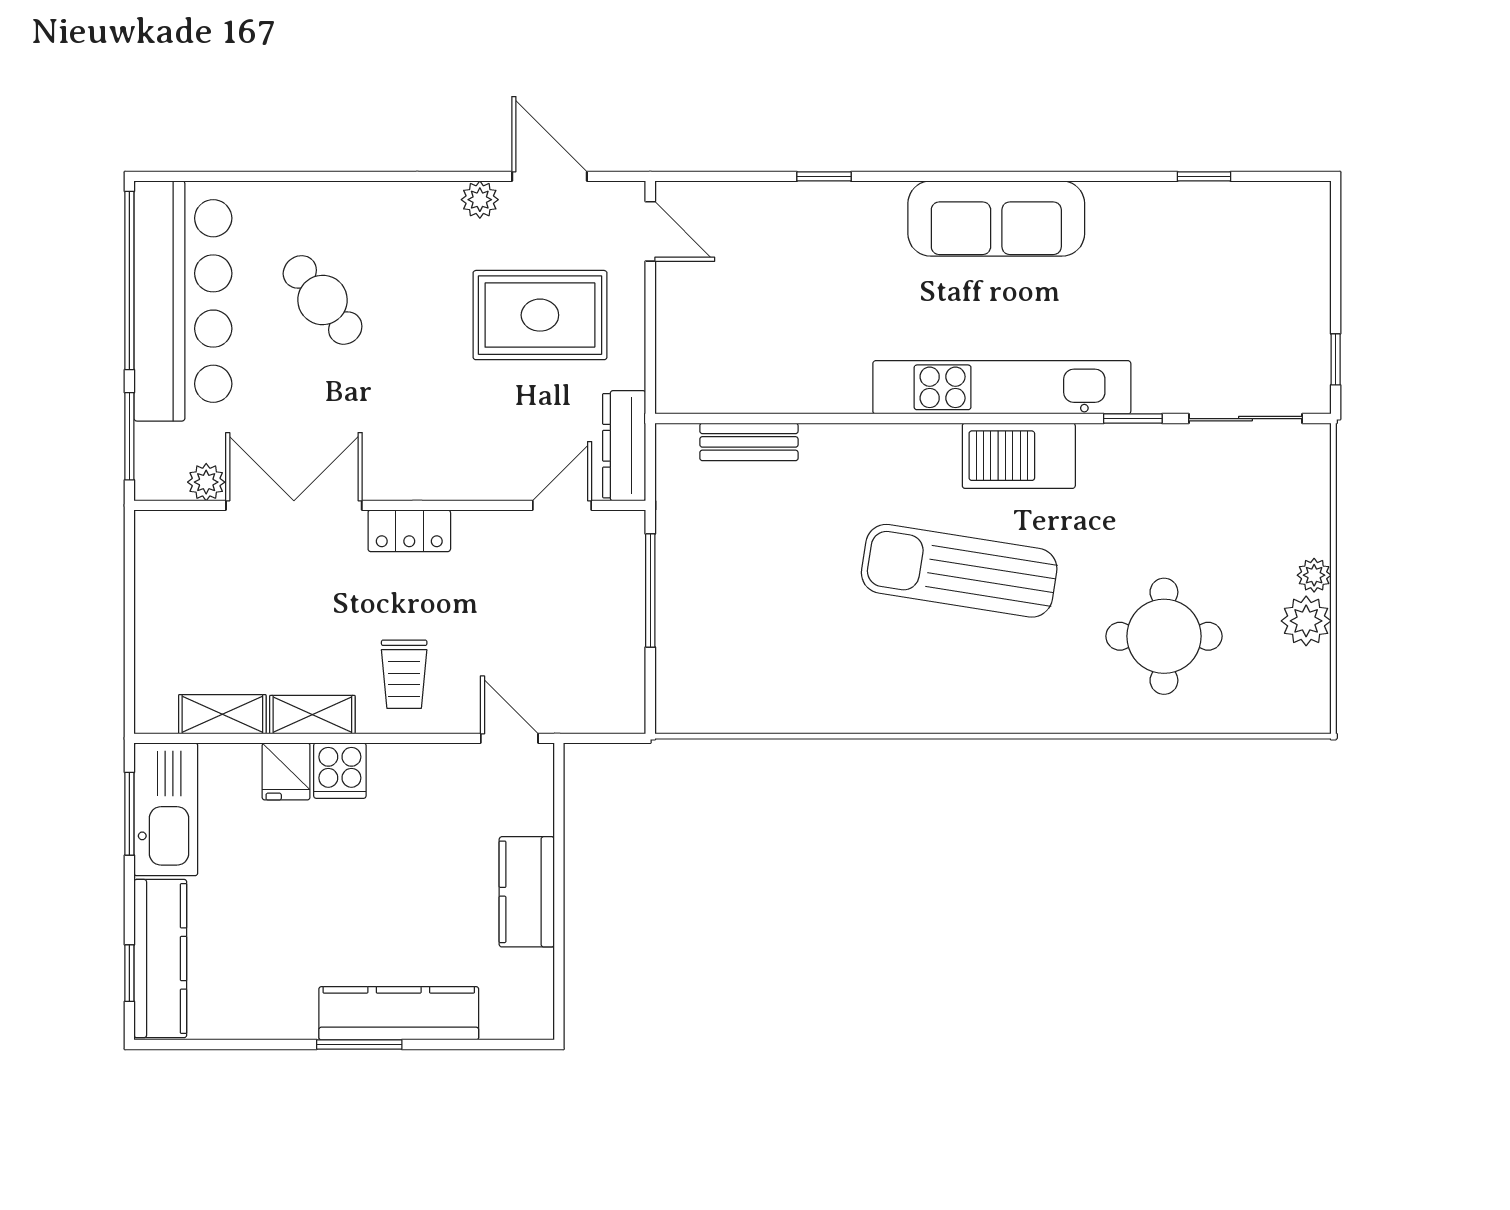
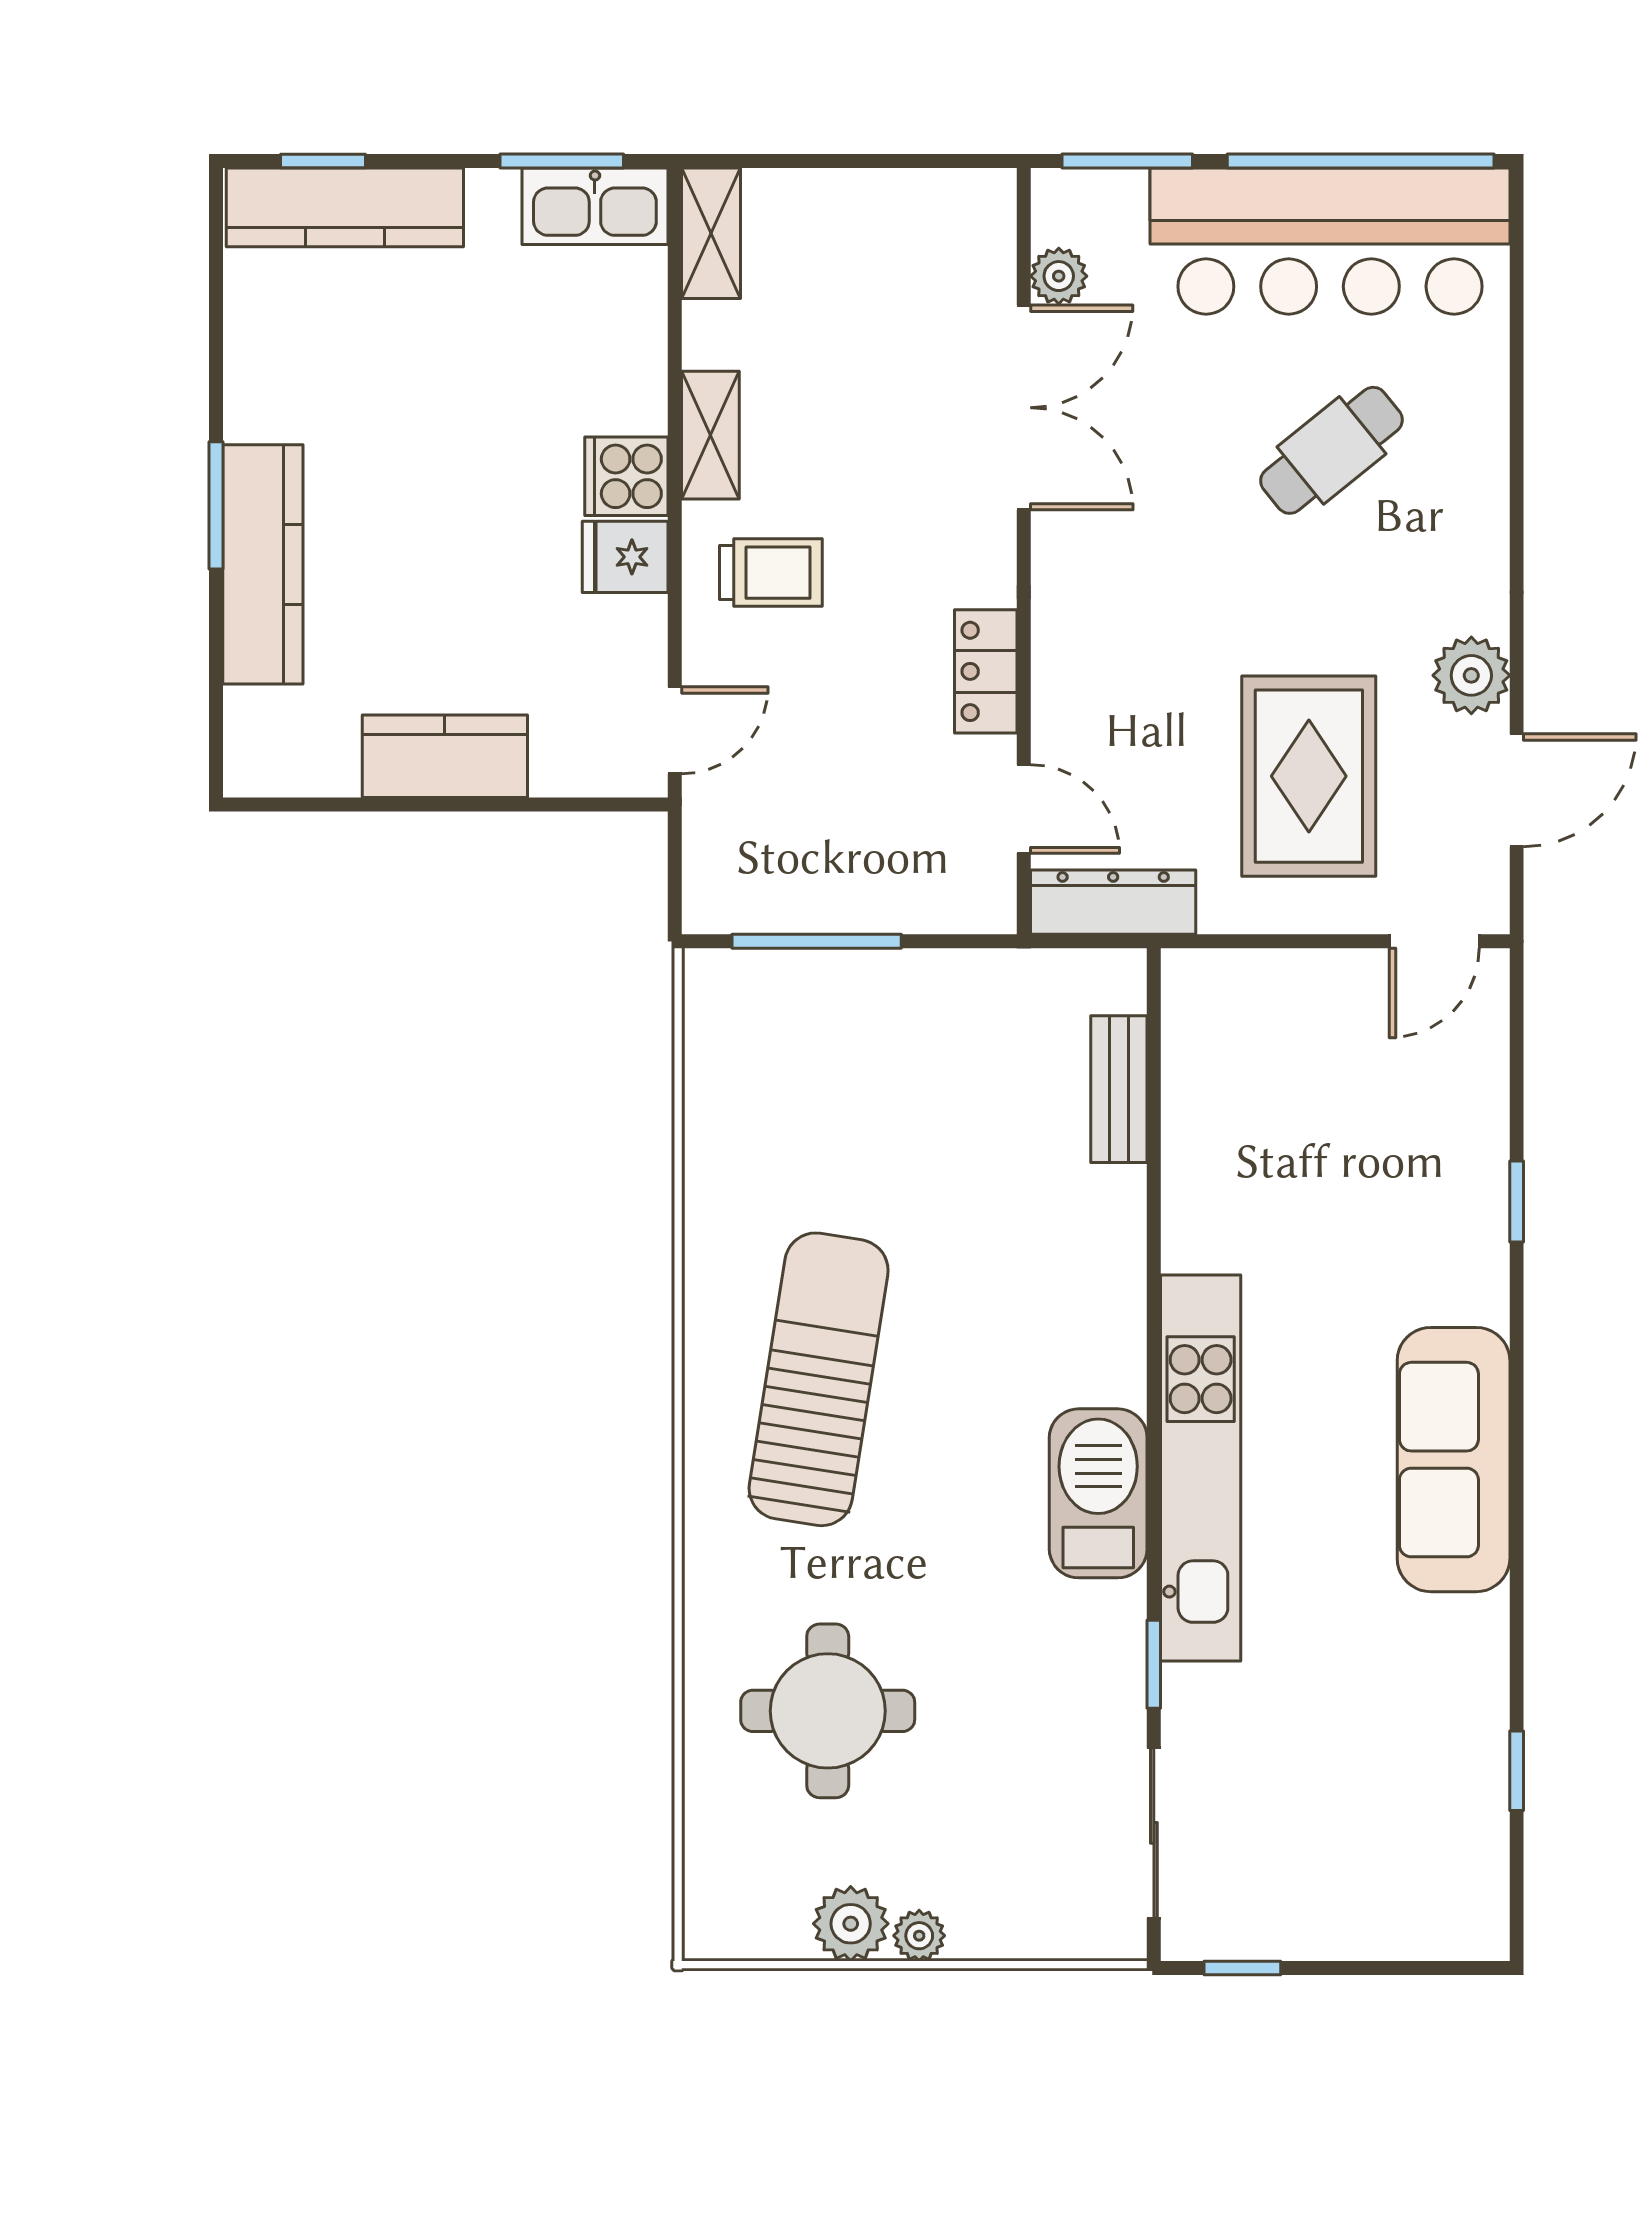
plant: (480, 200) -> (1471, 675), width x1.38, depth x1.38
locker: (409, 531) -> (986, 671), moved
sun lounger: (959, 571) -> (819, 1379), moved
window: (650, 591) -> (817, 941), moved
trolley: (404, 674) -> (771, 573), turned 180
shelving: (222, 714) -> (711, 233), moved
fridge: (286, 771) -> (625, 557), moved
kitchen sink: (166, 809) -> (595, 206), width x0.73, depth x0.81

